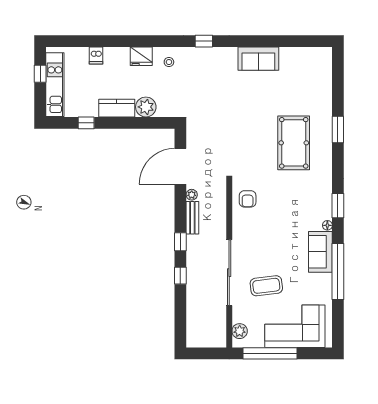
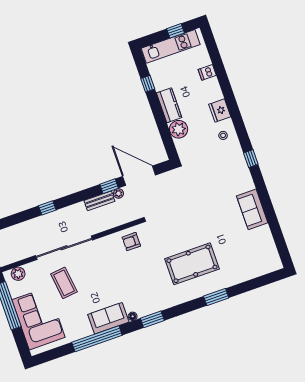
window: (180, 242) -> (109, 186), moved

